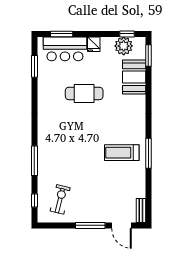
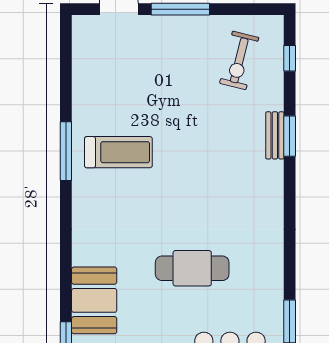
window: (34, 161) -> (290, 136), width x0.69
bench: (141, 210) -> (275, 135), moved

